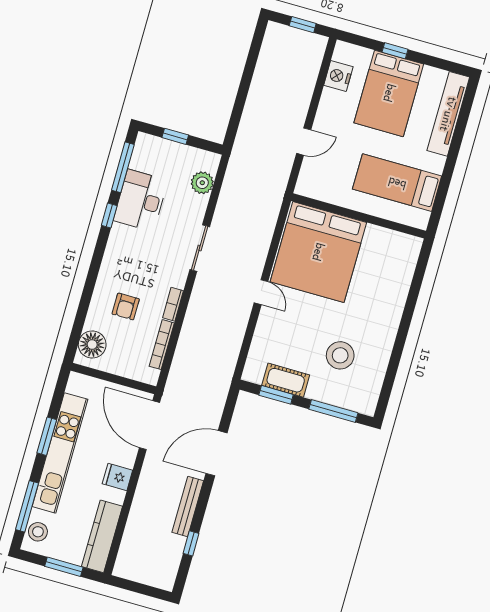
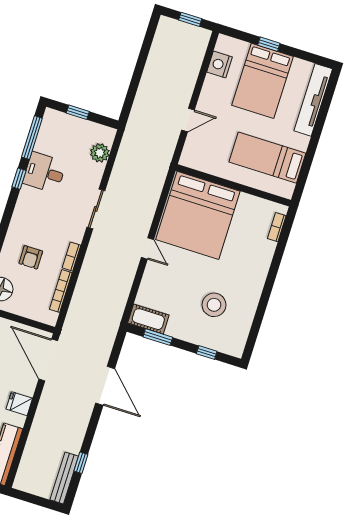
desk: (141, 200) -> (44, 173), width x0.73
bookcase: (410, 263) -> (277, 227), added
cot: (286, 380) -> (148, 319), moved
window: (333, 411) -> (207, 352), width x0.46
door: (217, 453) -> (105, 386), swing flipped
bench: (188, 507) -> (64, 478), moved

